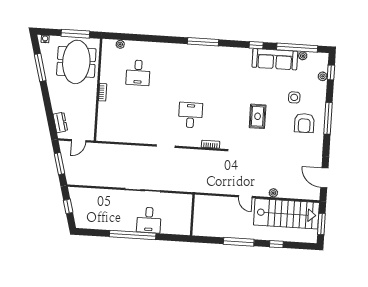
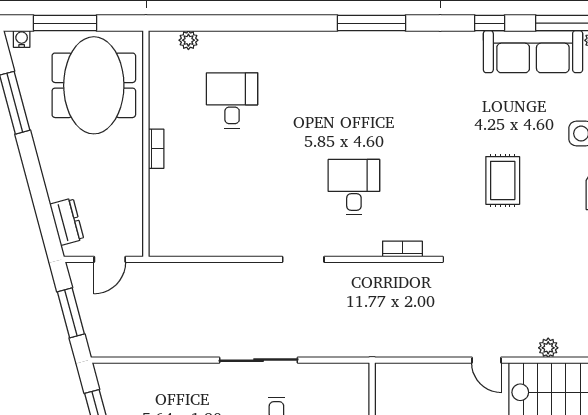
window: (75, 34) -> (65, 23), moved
desk: (138, 73) -> (232, 100), turned 180

